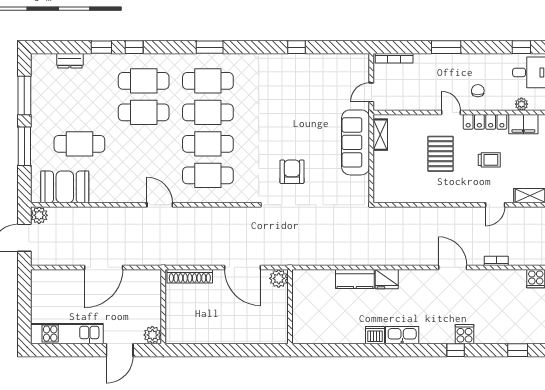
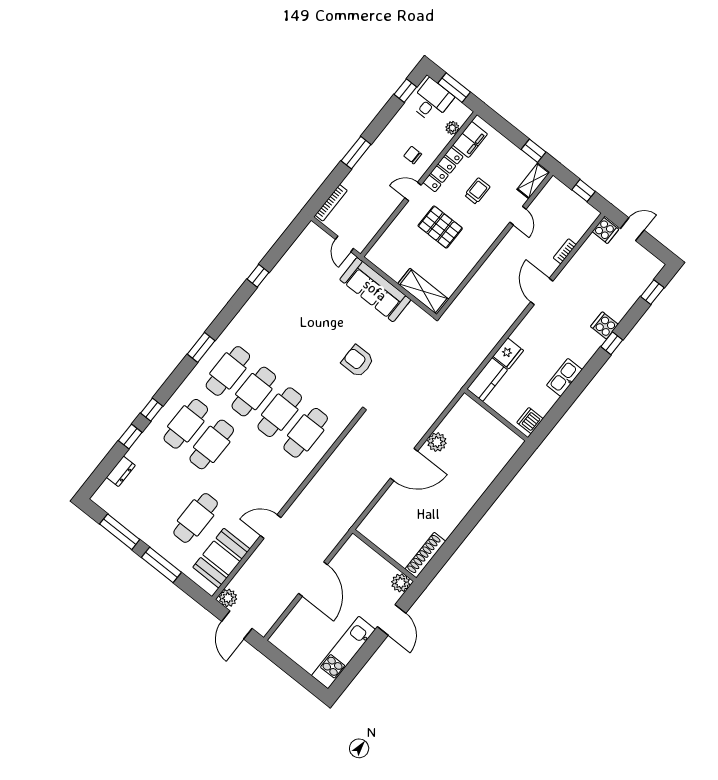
shelving: (380, 135) -> (423, 291), moved, width x1.50, depth x1.33
door: (160, 205) -> (271, 527), moved
door: (453, 267) -> (542, 292), hinge flipped
shoe rack: (190, 276) -> (425, 555), moved, turned 180
wall: (290, 307) -> (496, 415), moved
dishwasher: (375, 335) -> (530, 421), moved

